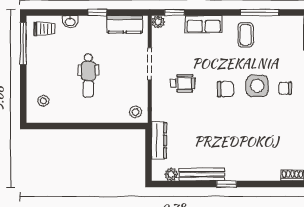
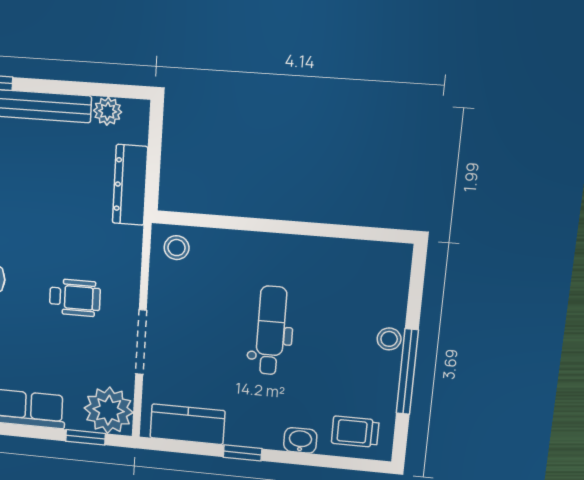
plant: (158, 22) -> (109, 410), width x1.88, depth x1.88
window: (23, 43) -> (407, 372), moved
wheelchair: (183, 83) -> (75, 298), turned 180
stool: (43, 101) -> (389, 339), moved

